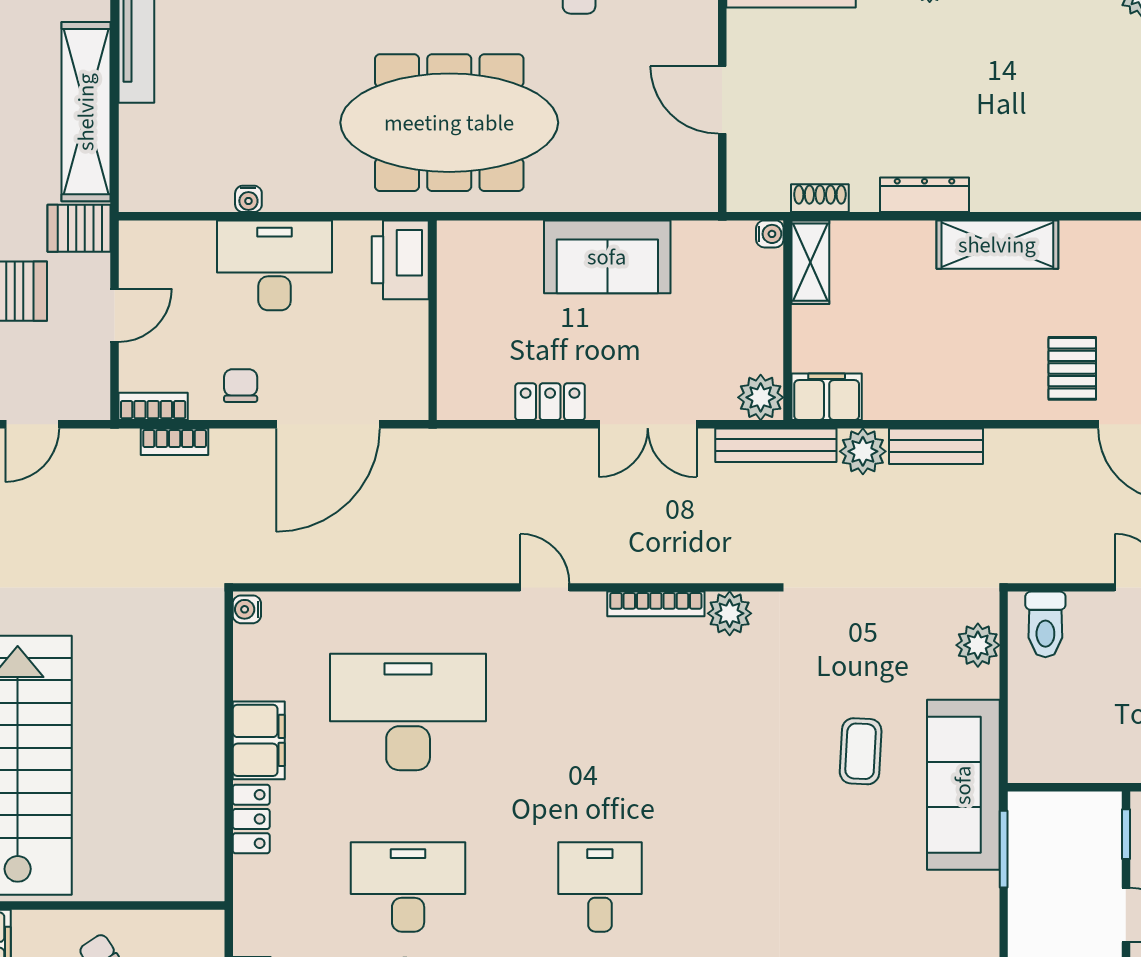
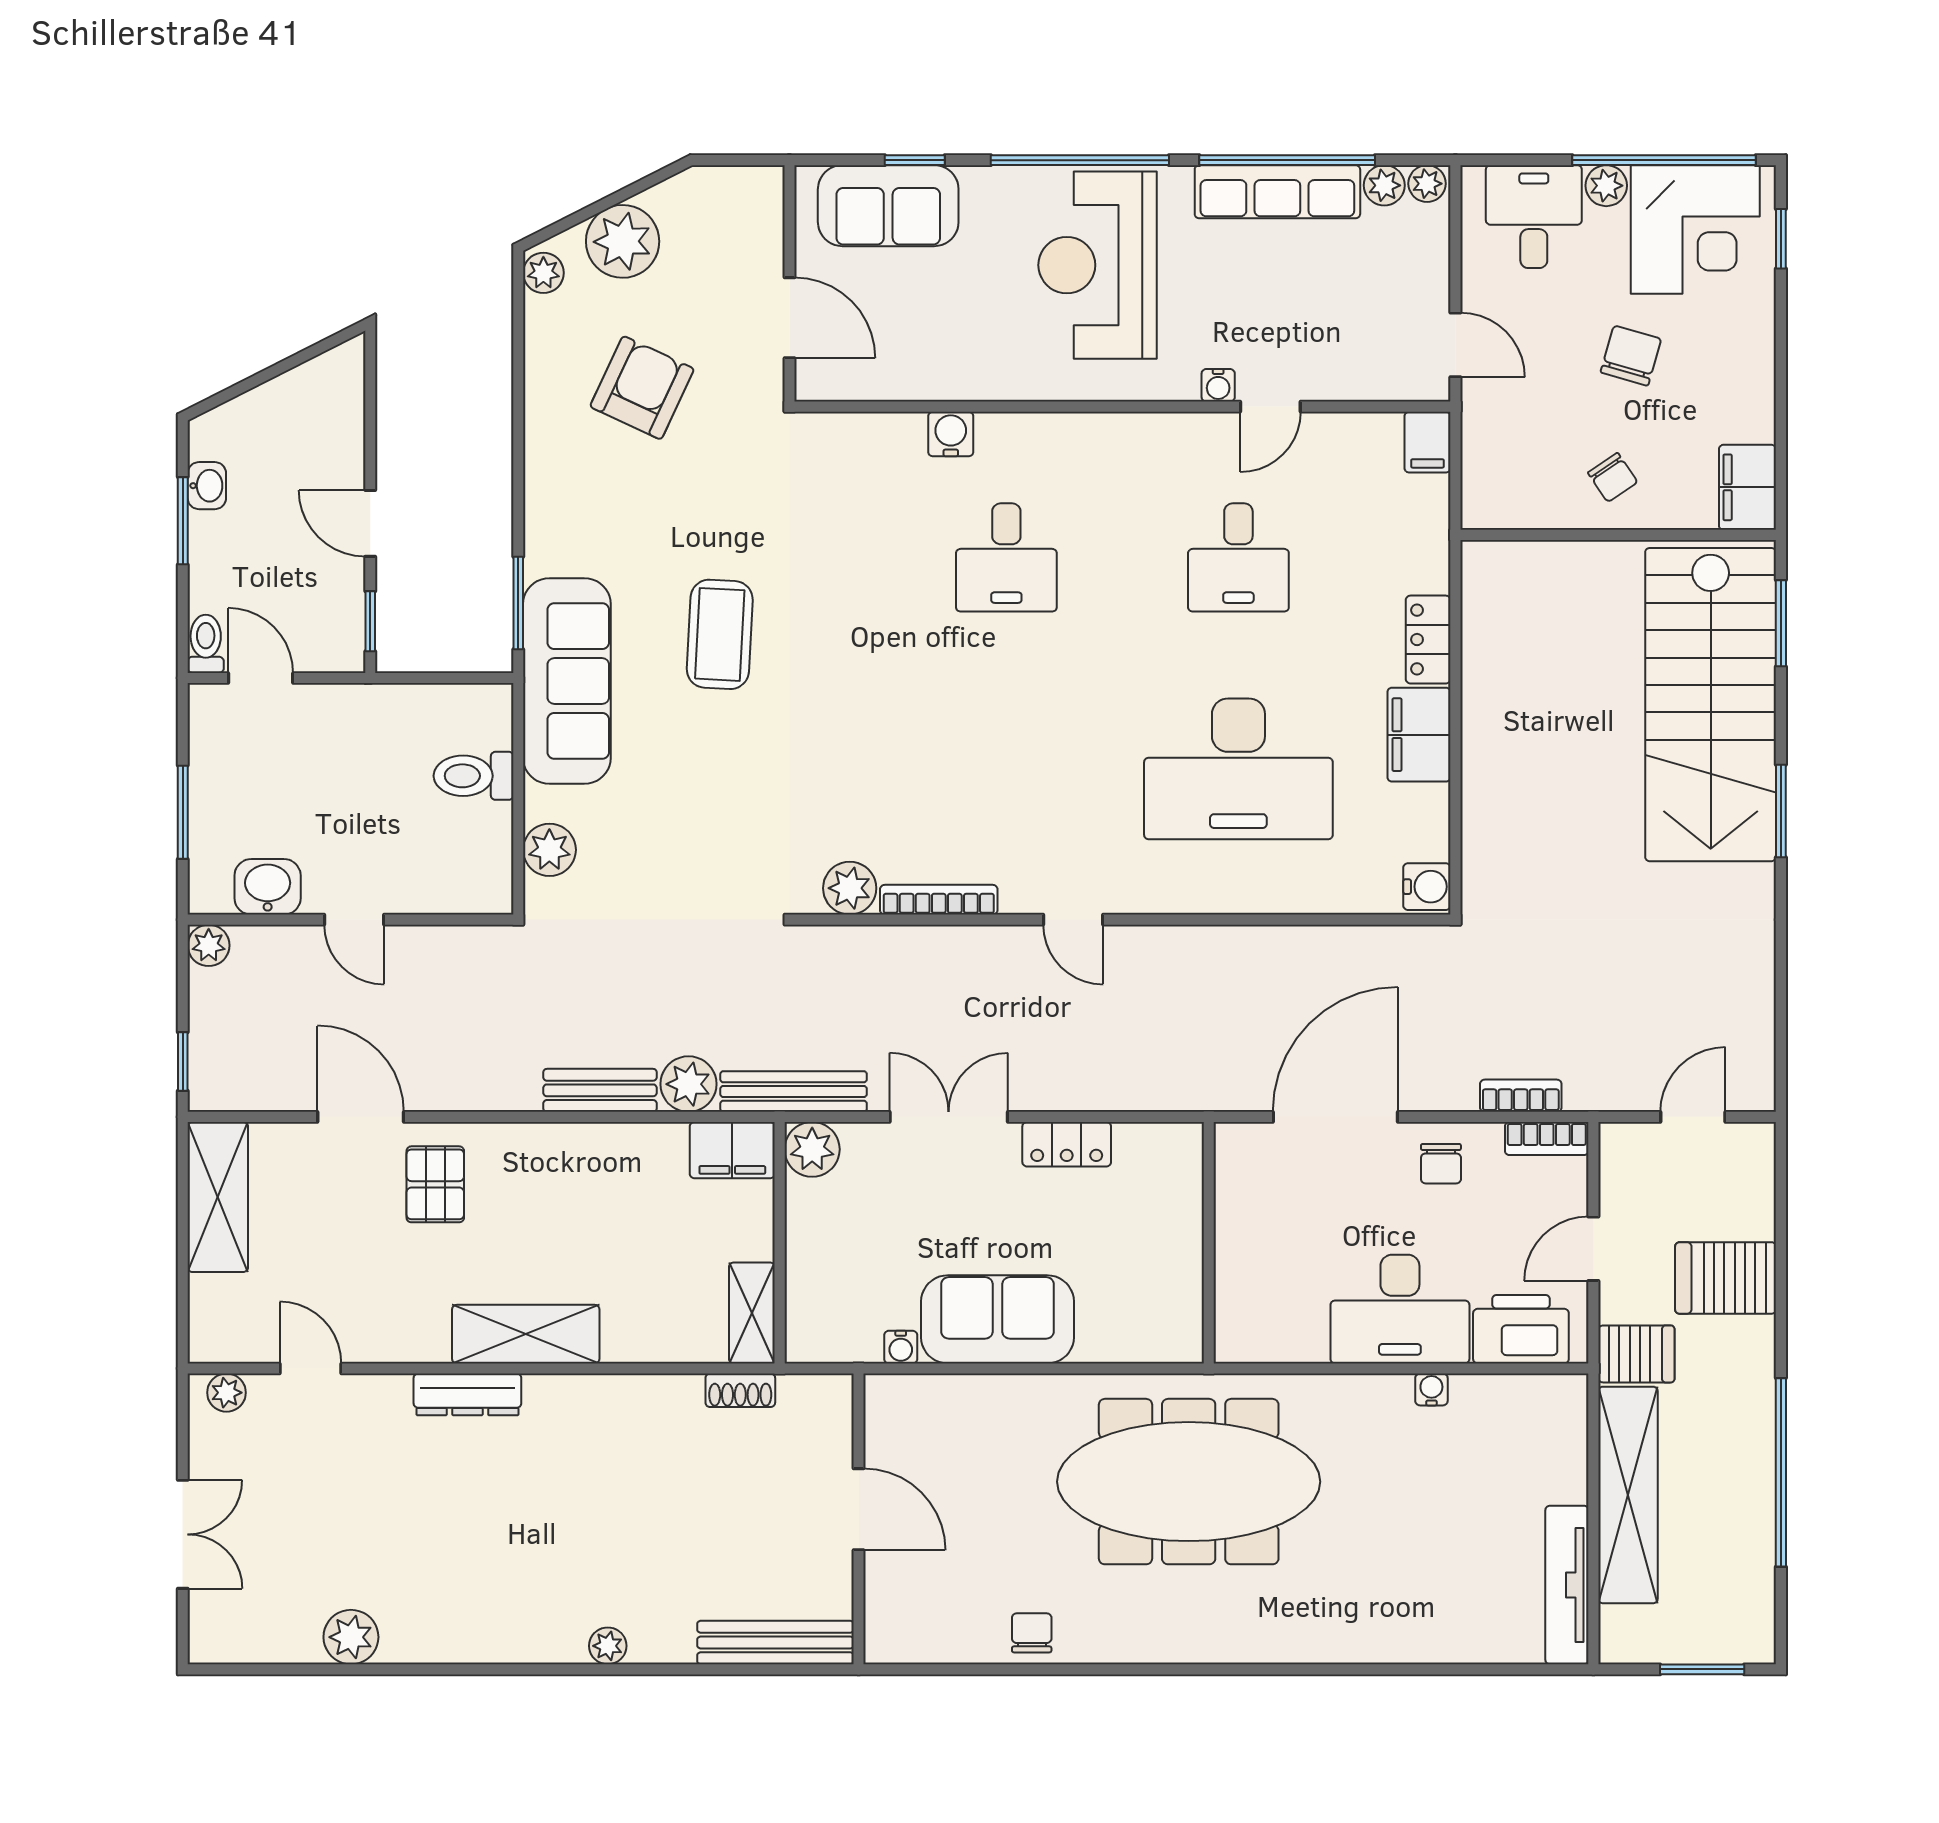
dresser: (925, 195) -> (467, 1394), moved
water cooler: (770, 234) -> (901, 1347), moved, turned -90
printer: (400, 260) -> (1521, 1329), moved, turned -90
water cooler: (247, 609) -> (1427, 887), width x1.38, depth x1.38
toilet: (1045, 624) -> (473, 776), moved, turned -90
coffee table: (861, 751) -> (720, 634), moved, width x1.36, depth x1.30
desk: (408, 887) -> (1238, 557), width x0.73

